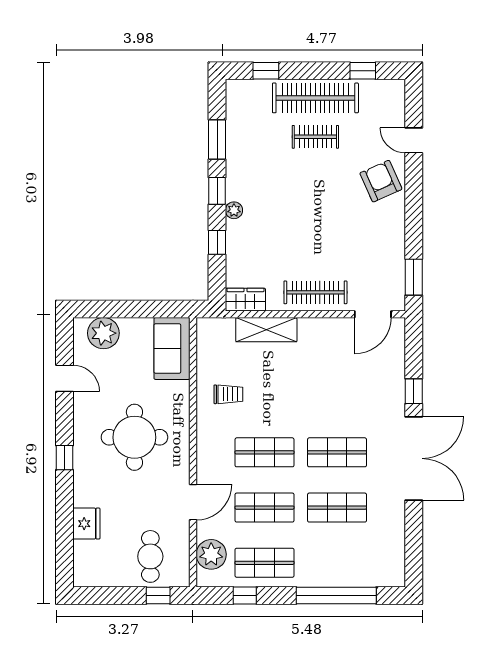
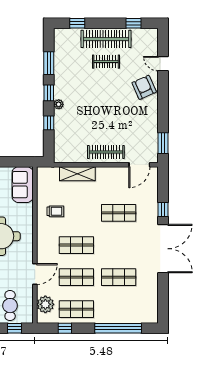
wardrobe: (245, 300) -> (65, 156), removed
shop shelf: (337, 452) -> (119, 213), moved

